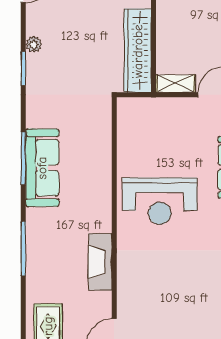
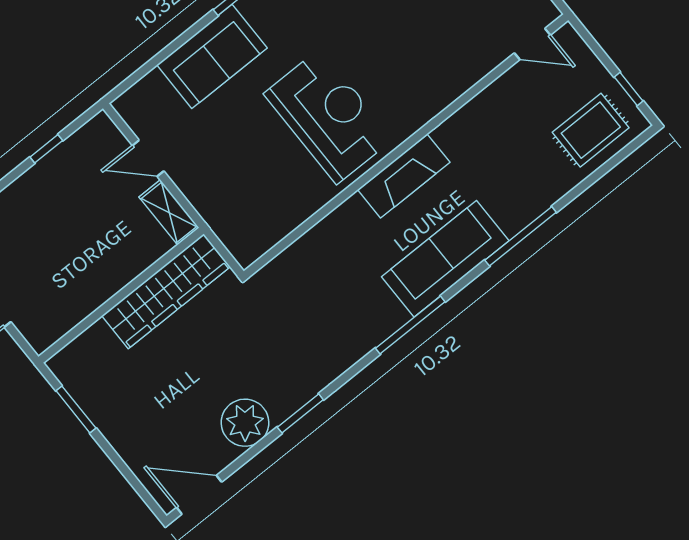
plant: (34, 44) -> (245, 423), width x1.88, depth x1.88
sofa: (42, 168) -> (445, 259), moved
fireplace: (100, 262) -> (404, 176), moved

